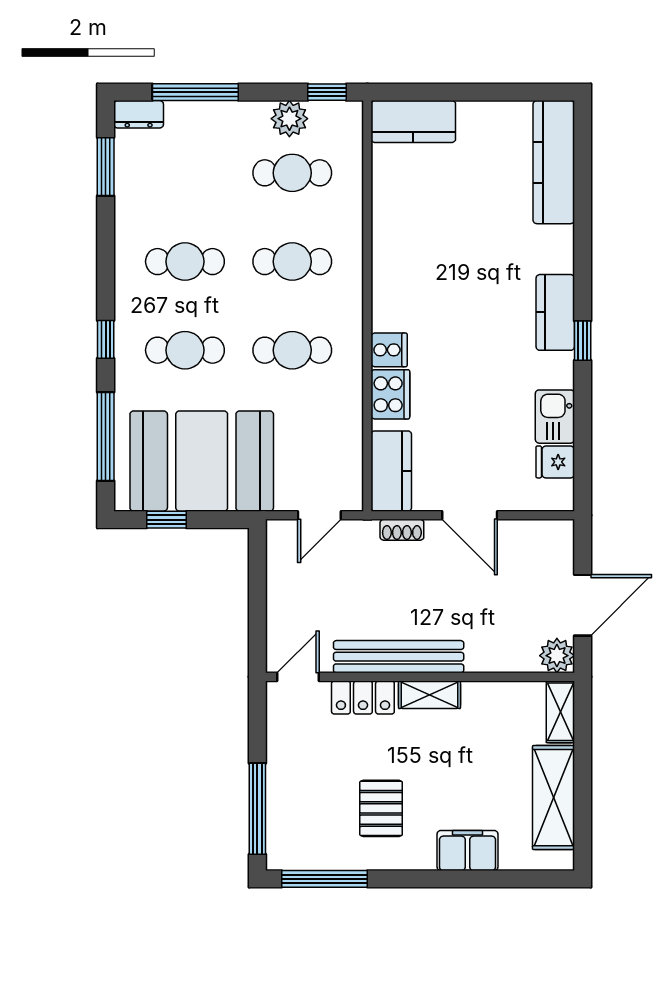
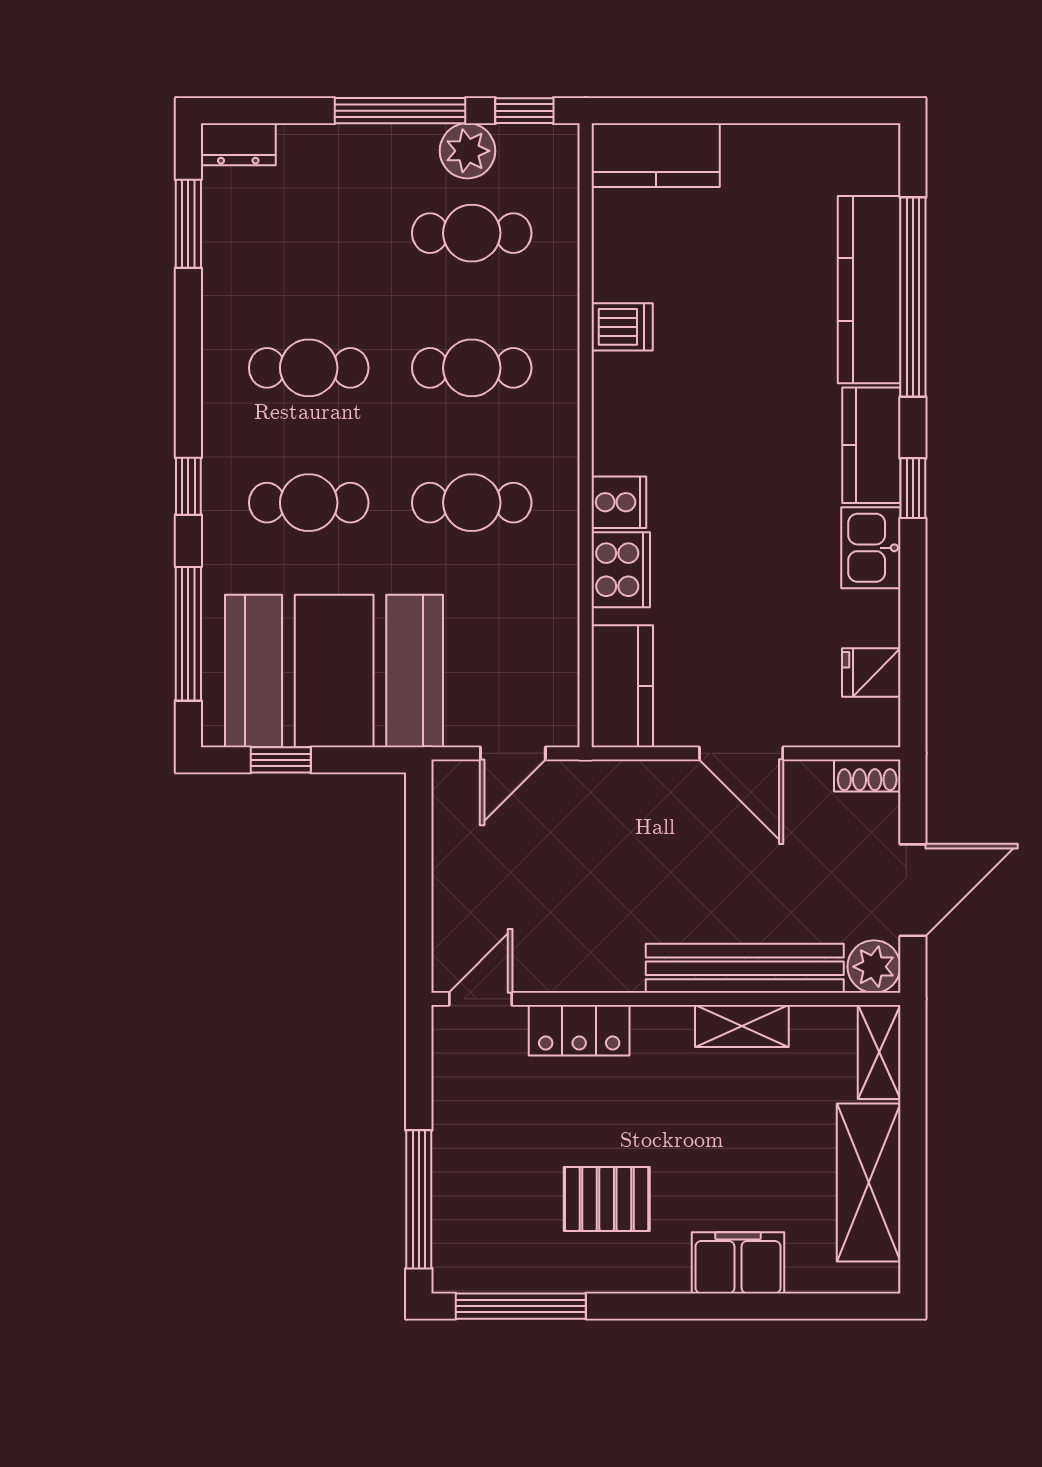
window: (195, 92) -> (400, 111), moved
kitchen counter: (554, 162) -> (869, 290), moved
window: (583, 215) -> (913, 297), added
dishwasher: (391, 235) -> (622, 327), added
kitchen sink: (555, 417) -> (871, 548), moved
shoe rack: (402, 530) -> (867, 776), moved
bench: (399, 657) -> (745, 968), moved
shelving: (429, 695) -> (742, 1026), moved
pallet: (381, 808) -> (607, 1199), turned 90

